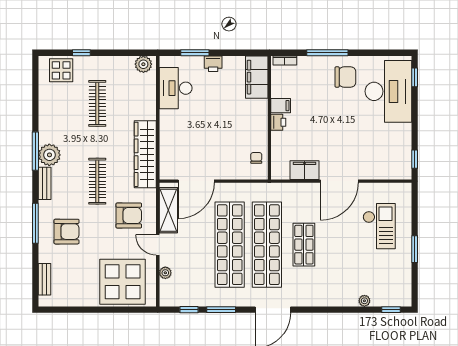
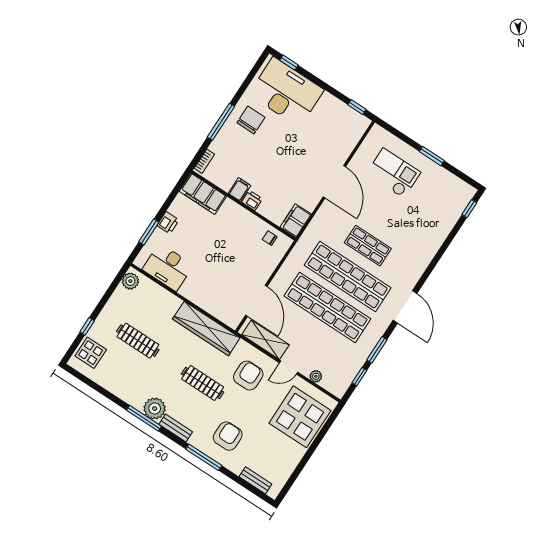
filing cabinet: (305, 170) -> (296, 221), moved
plant: (364, 301) -> (447, 226), removed

